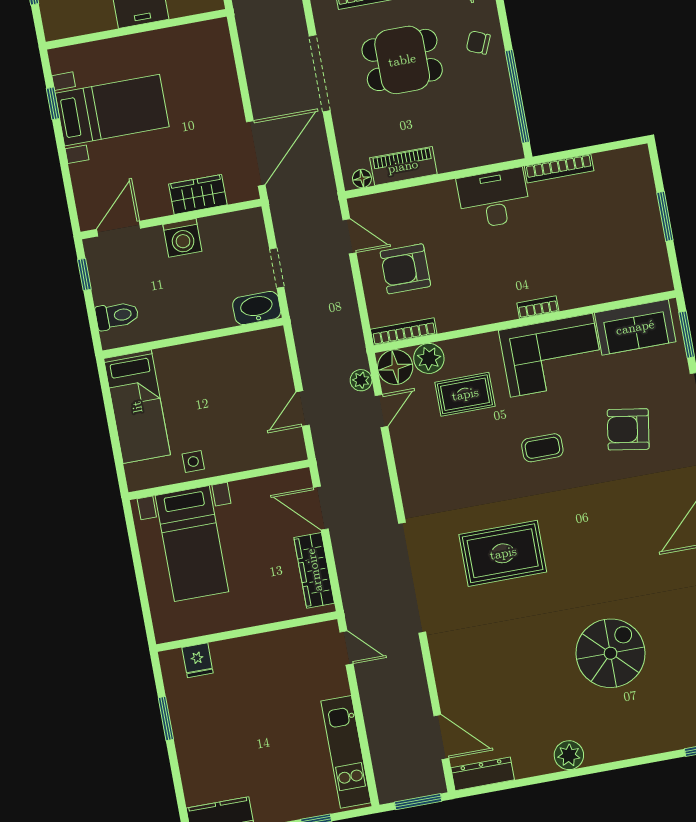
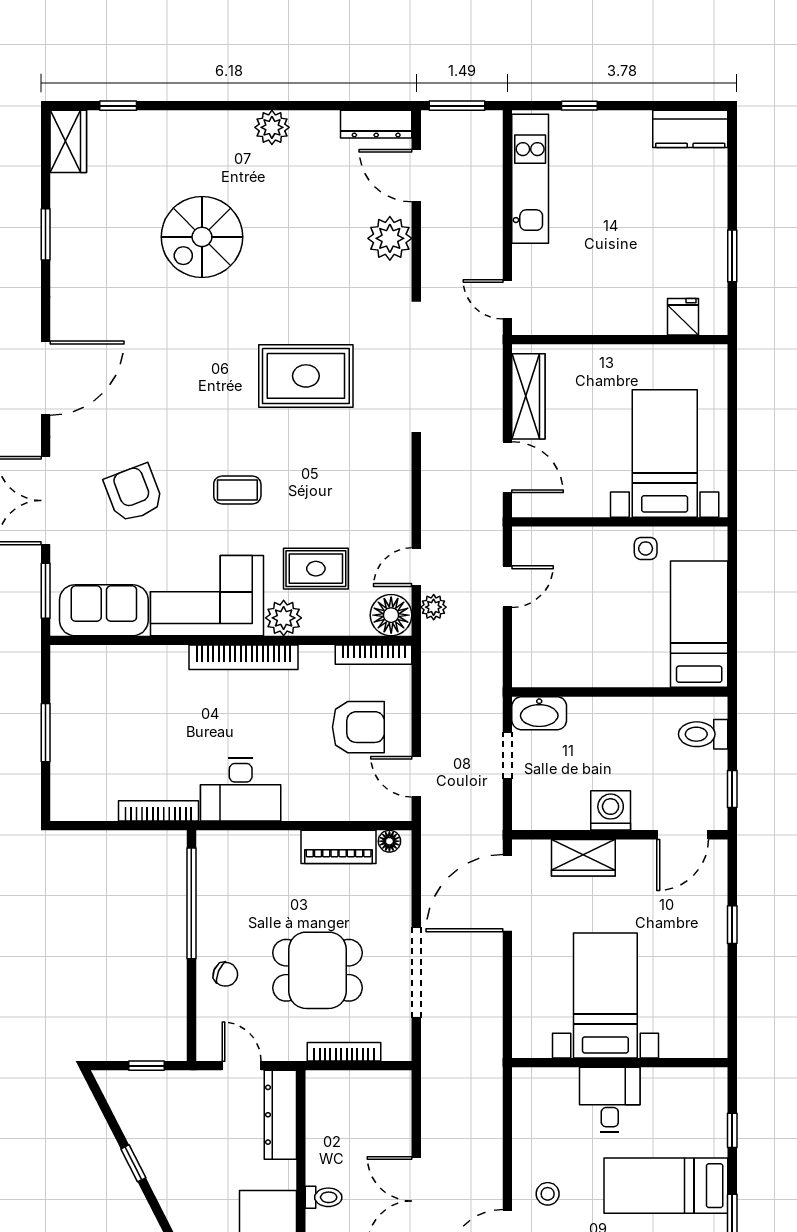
window: (53, 103) -> (732, 925), moved
bed with nightstands: (112, 110) -> (605, 995), moved, turned 90
bookcase: (538, 307) -> (243, 657), width x2.31, depth x1.31
plant: (429, 358) -> (284, 618), moved
armchair: (628, 429) -> (134, 493), turned -120
plant: (454, 681) -> (390, 238), added

